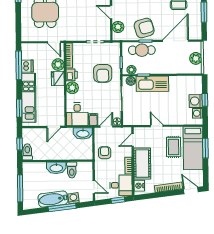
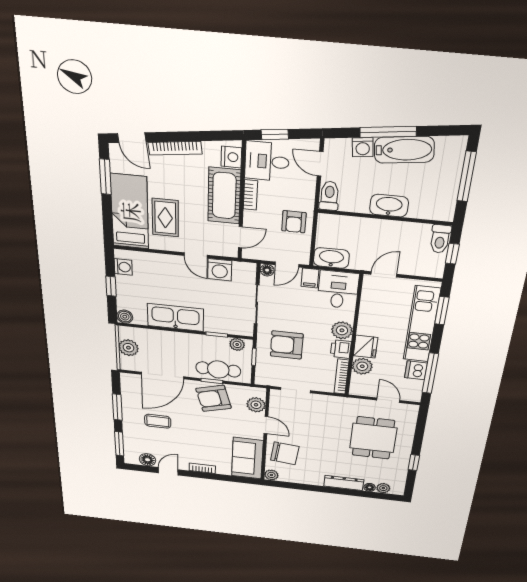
door: (54, 42) -> (388, 400), moved
armchair: (103, 73) -> (287, 345), turned -90
boiler: (131, 81) -> (125, 317), moved
kitchen sink: (152, 84) -> (175, 317), moved
washing machine: (196, 101) -> (220, 270), moved, turned 90
window: (205, 148) -> (105, 177), moved
toilet: (72, 170) -> (329, 196), moved

